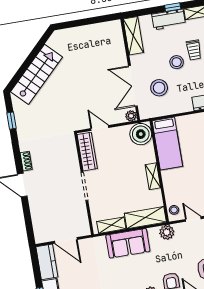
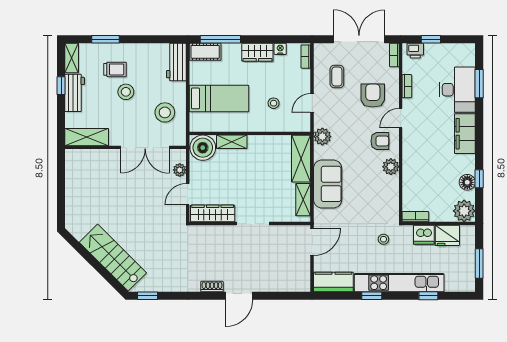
stool: (159, 88) -> (165, 112), moved
plant: (131, 116) -> (180, 170), moved
window: (11, 121) -> (148, 296), moved
bed: (167, 143) -> (219, 98), moved
shelving: (153, 176) -> (232, 142), moved
stool: (174, 210) -> (274, 103), moved
door: (66, 240) -> (312, 242), moved

